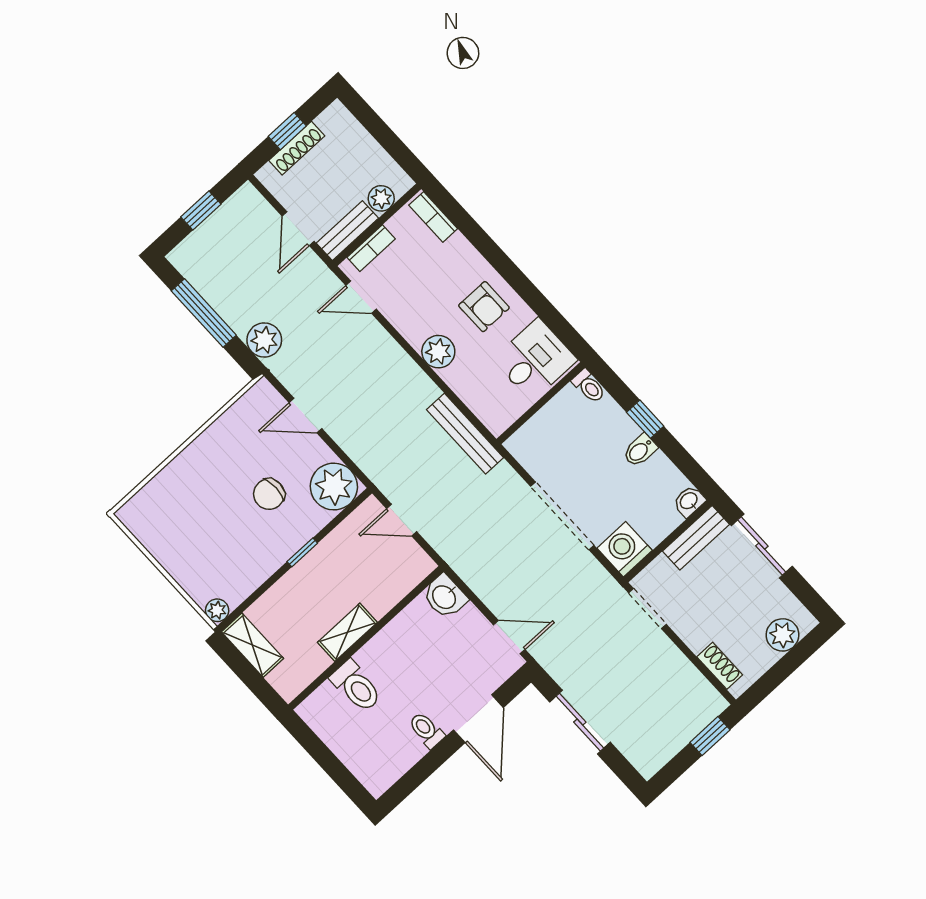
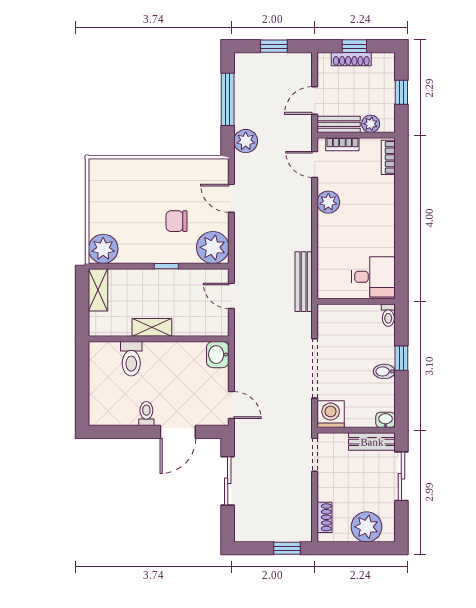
window: (383, 134) -> (401, 92), added
armchair: (484, 307) -> (372, 226), removed
plant: (438, 352) -> (328, 202), moved
plant: (217, 610) -> (103, 249), width x1.87, depth x1.87
plant: (783, 635) -> (367, 527), width x1.36, depth x1.36

